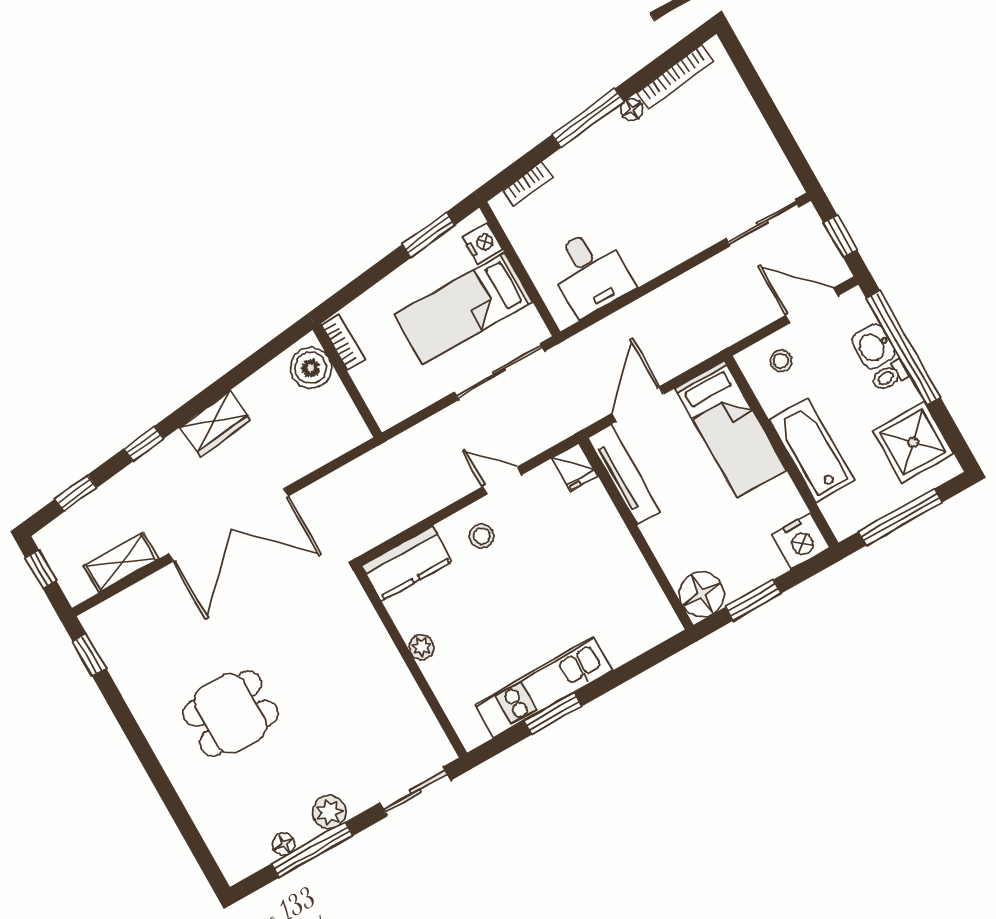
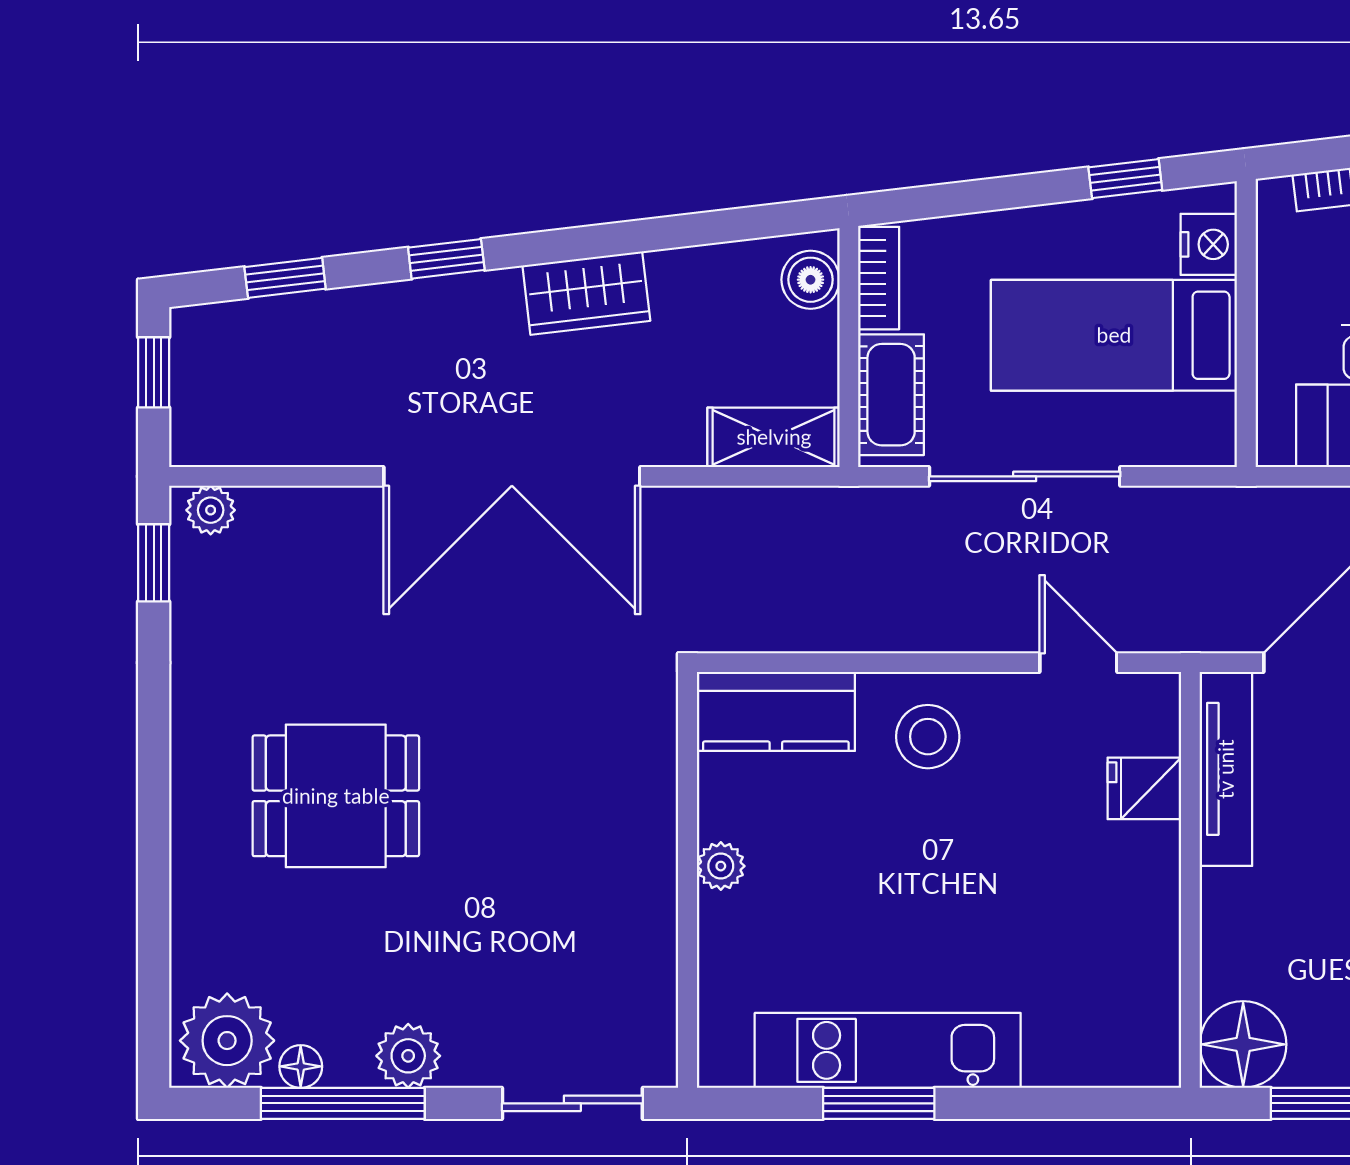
window: (429, 235) -> (1125, 179), width x0.67
boiler: (311, 368) -> (811, 280), width x0.73, depth x0.73
sliding door: (499, 372) -> (1025, 476), moved
cot: (378, 392) -> (891, 395), added
fridge: (575, 467) -> (1144, 788), moved, turned 90
door: (502, 481) -> (1078, 663), moved
stool: (482, 536) -> (928, 737), width x1.37, depth x1.37
shelving: (121, 562) -> (774, 437), moved
plant: (102, 617) -> (211, 510), added
plant: (244, 851) -> (227, 1041), added

